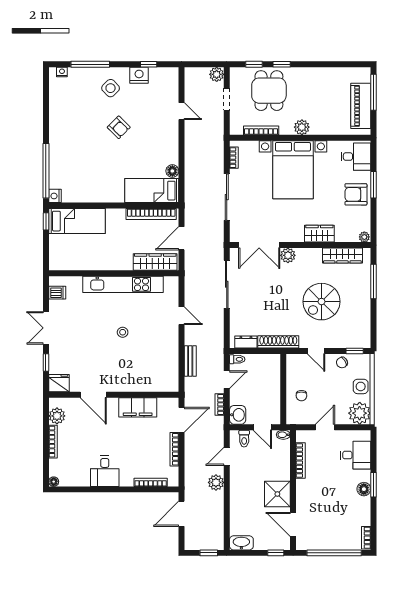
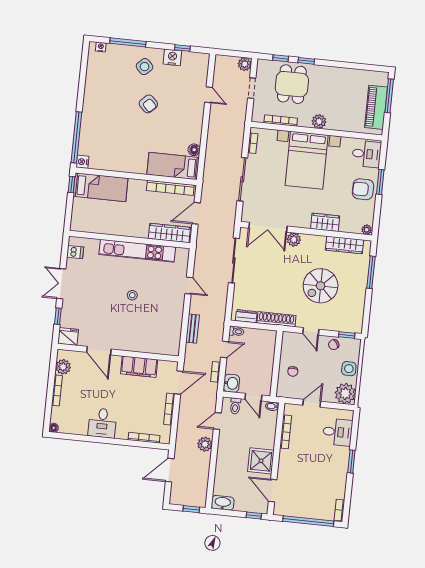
floor lamp: (364, 489) -> (342, 465), removed

